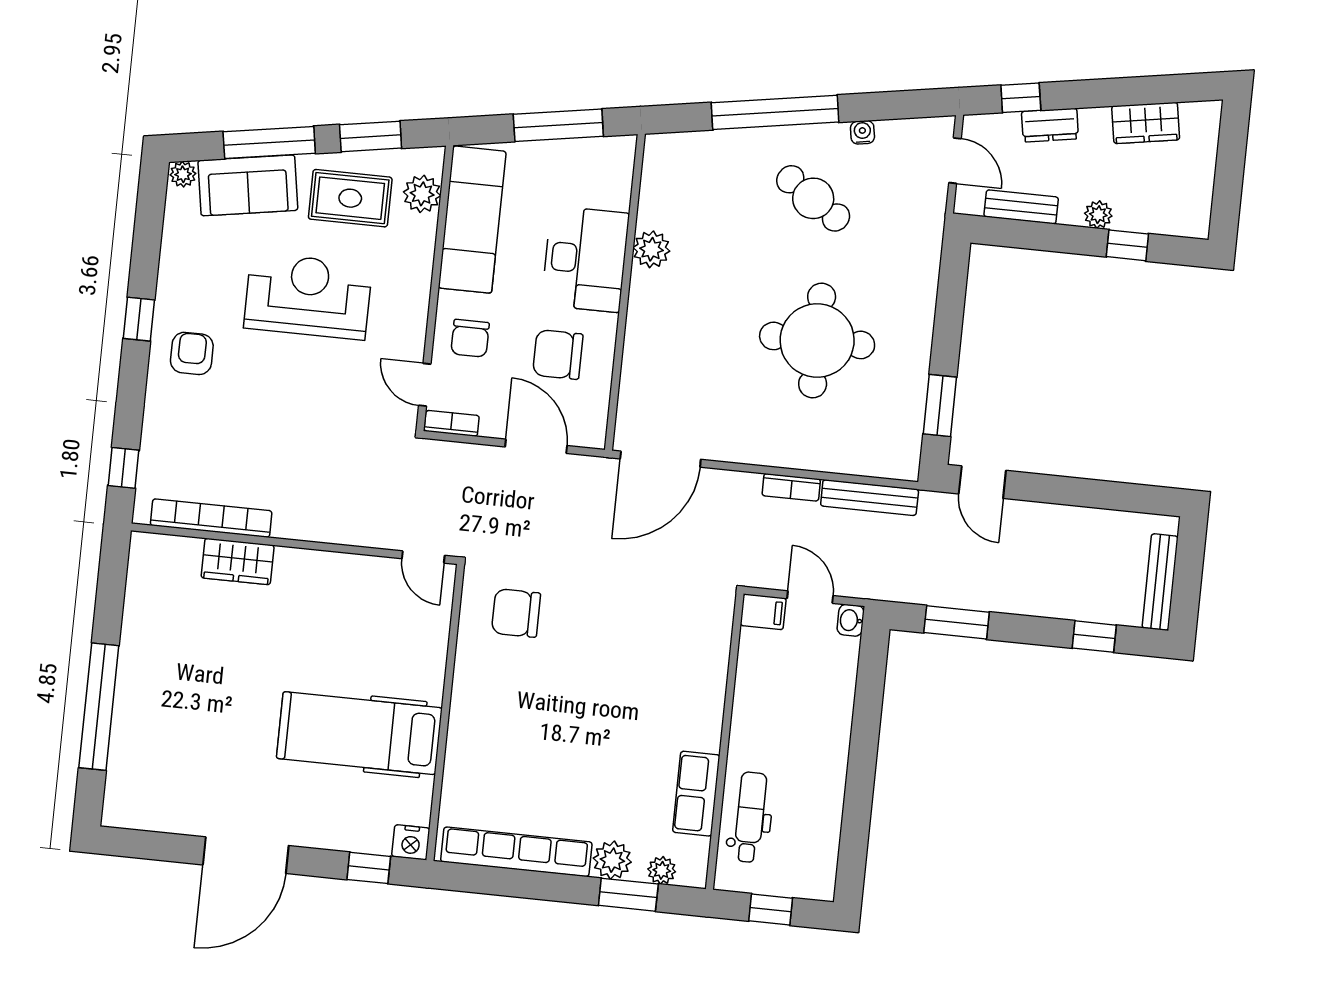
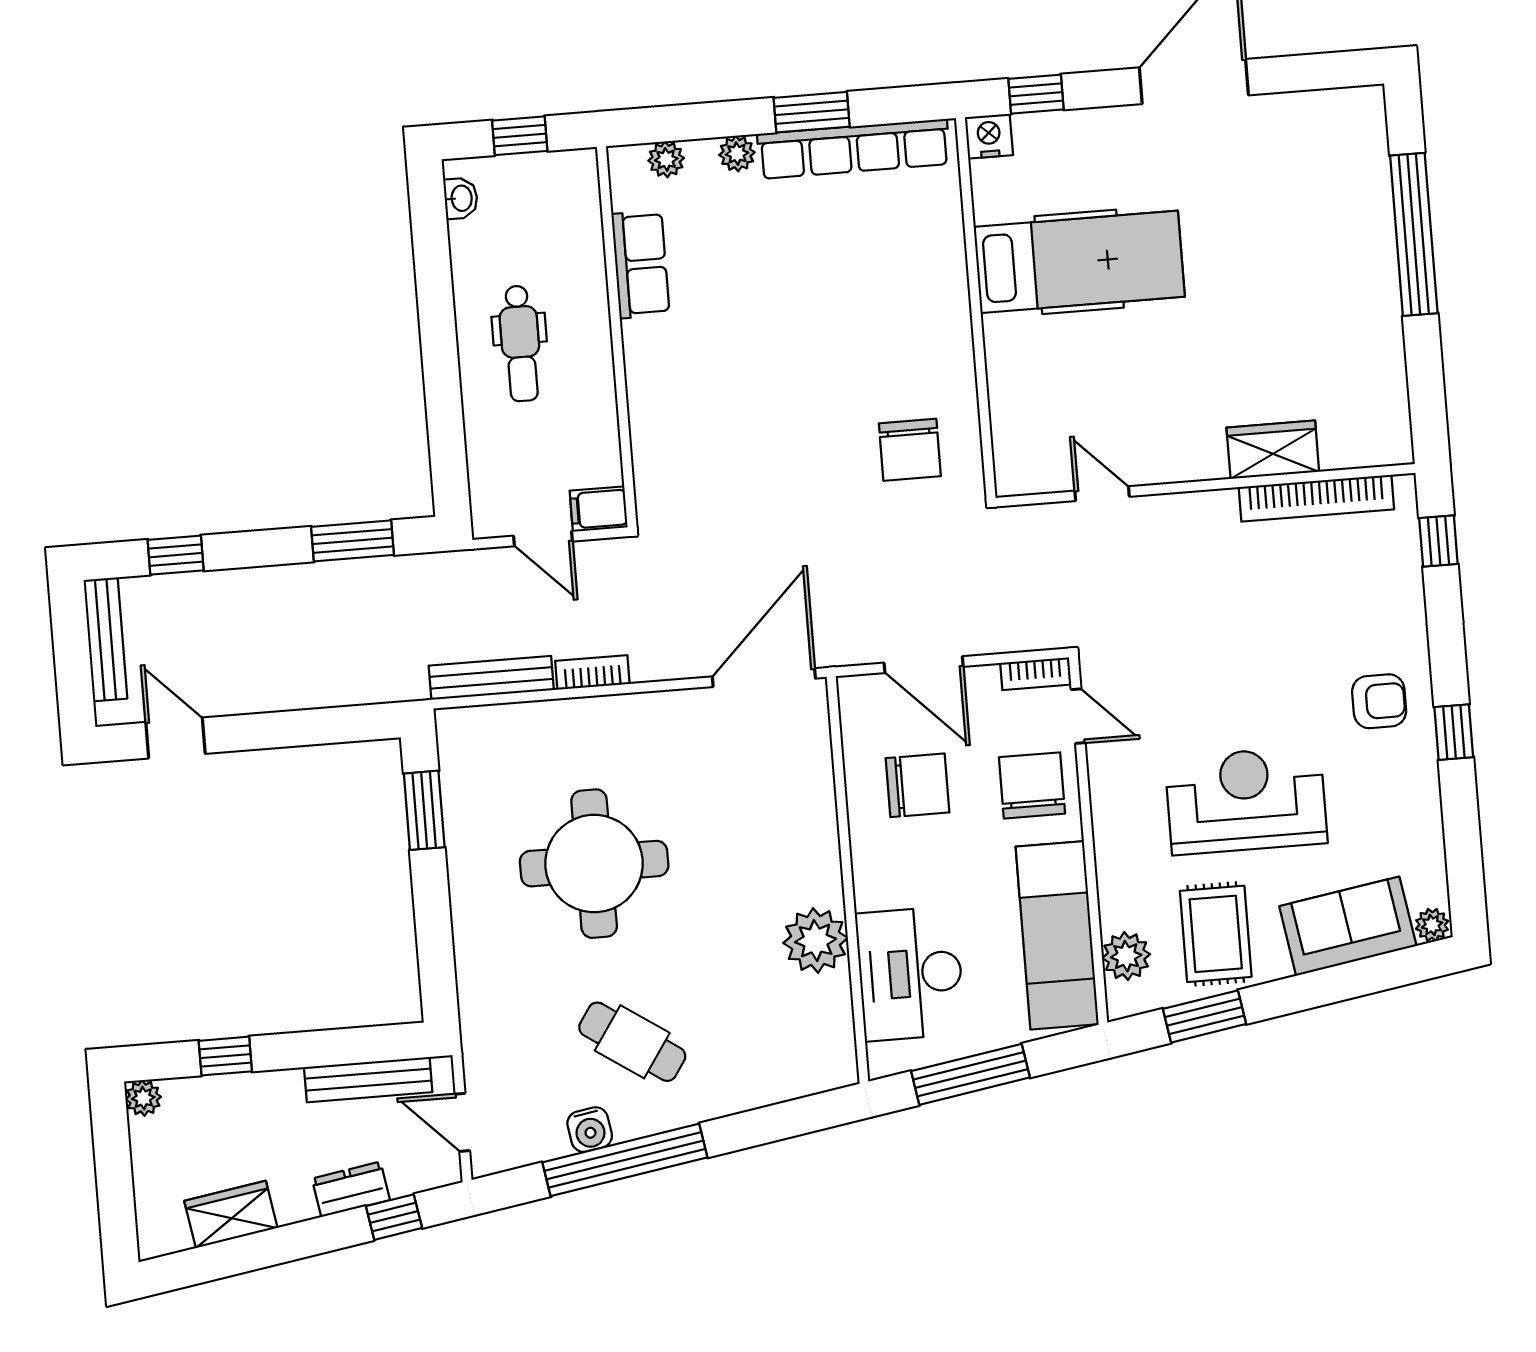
window: (775, 112) -> (625, 1160), moved
water cooler: (862, 132) -> (590, 1130), width x1.38, depth x1.38
window: (269, 143) -> (1331, 985), removed
rug: (350, 198) -> (1216, 934), turned 90
bench: (1021, 207) -> (368, 1080), width x1.36
plant: (1098, 215) -> (143, 1098), moved
plant: (651, 249) -> (816, 941), width x1.36, depth x1.36
desk: (585, 259) -> (910, 974), moved
reception desk: (308, 296) -> (1246, 800), turned 180
chair: (470, 338) -> (1032, 785), width x1.37, depth x1.37
armchair: (192, 353) -> (1379, 701), turned -90
door: (982, 482) -> (176, 738), moved
door: (423, 557) -> (1102, 494), moved
chair: (516, 613) -> (910, 450), turned 90
washbasin: (851, 620) -> (461, 198), moved
dental chair: (750, 817) -> (520, 343), moved
plant: (612, 860) -> (737, 154), width x0.73, depth x0.73
window: (628, 895) -> (812, 112), moved

